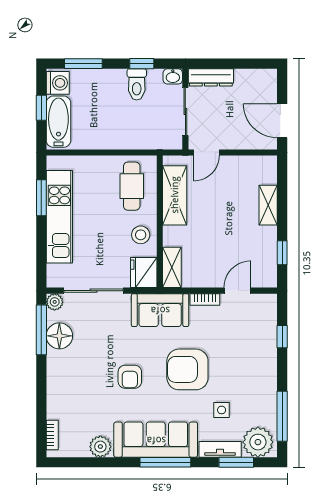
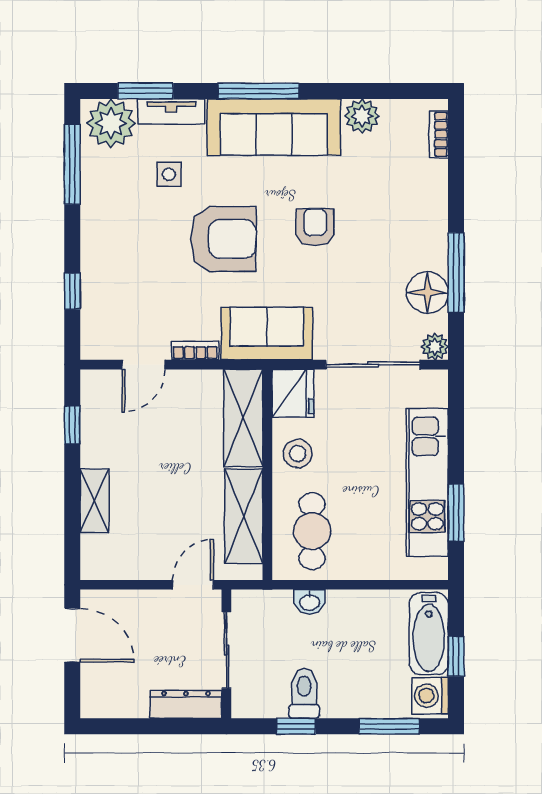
washbasin: (173, 76) -> (309, 602), moved, turned 180
shelving: (172, 267) -> (243, 418), width x1.50, depth x1.33
window: (41, 330) -> (456, 273), moved

